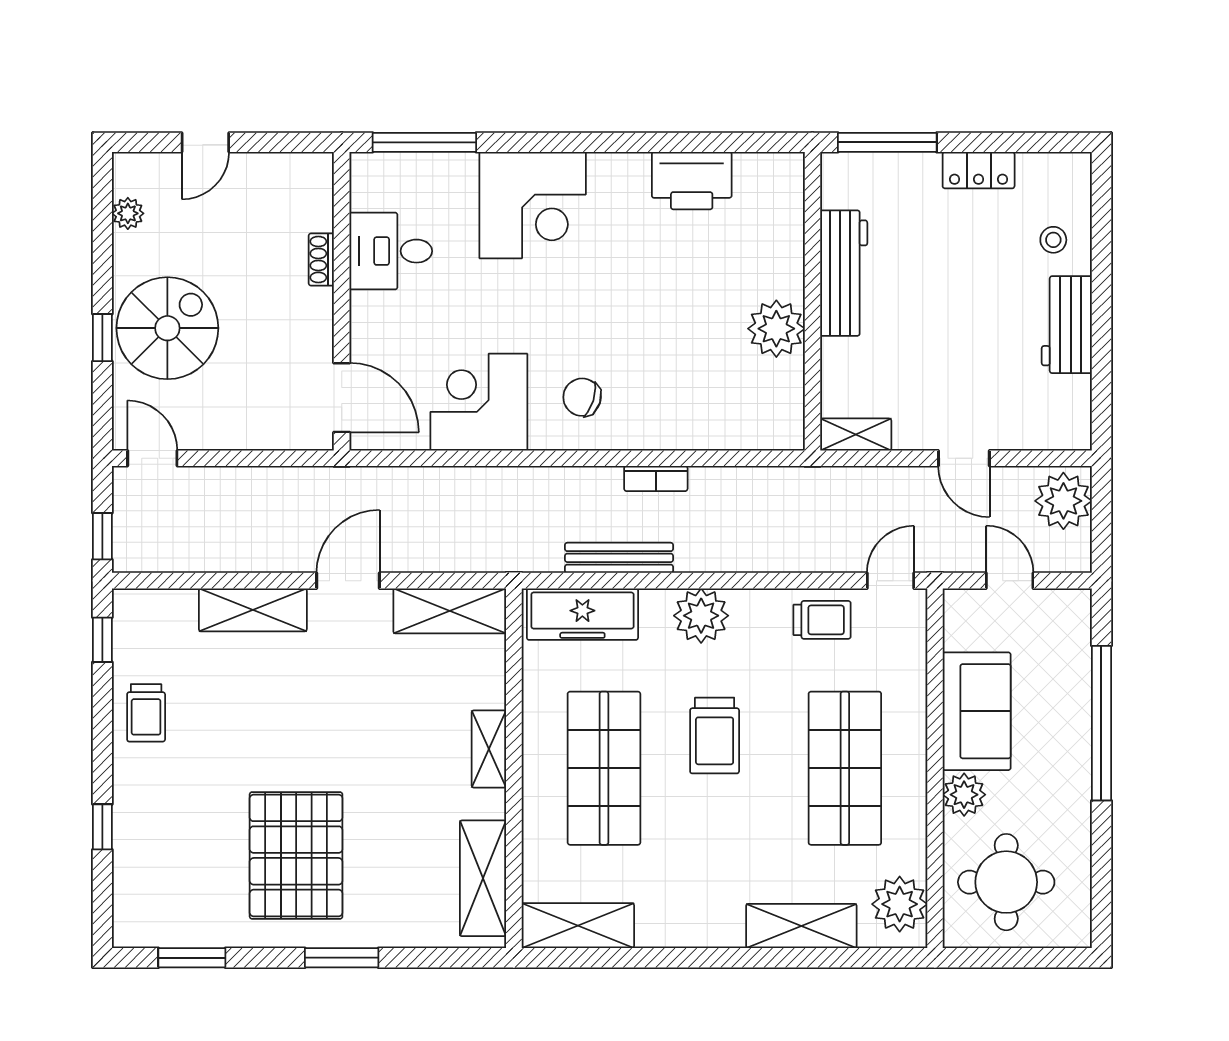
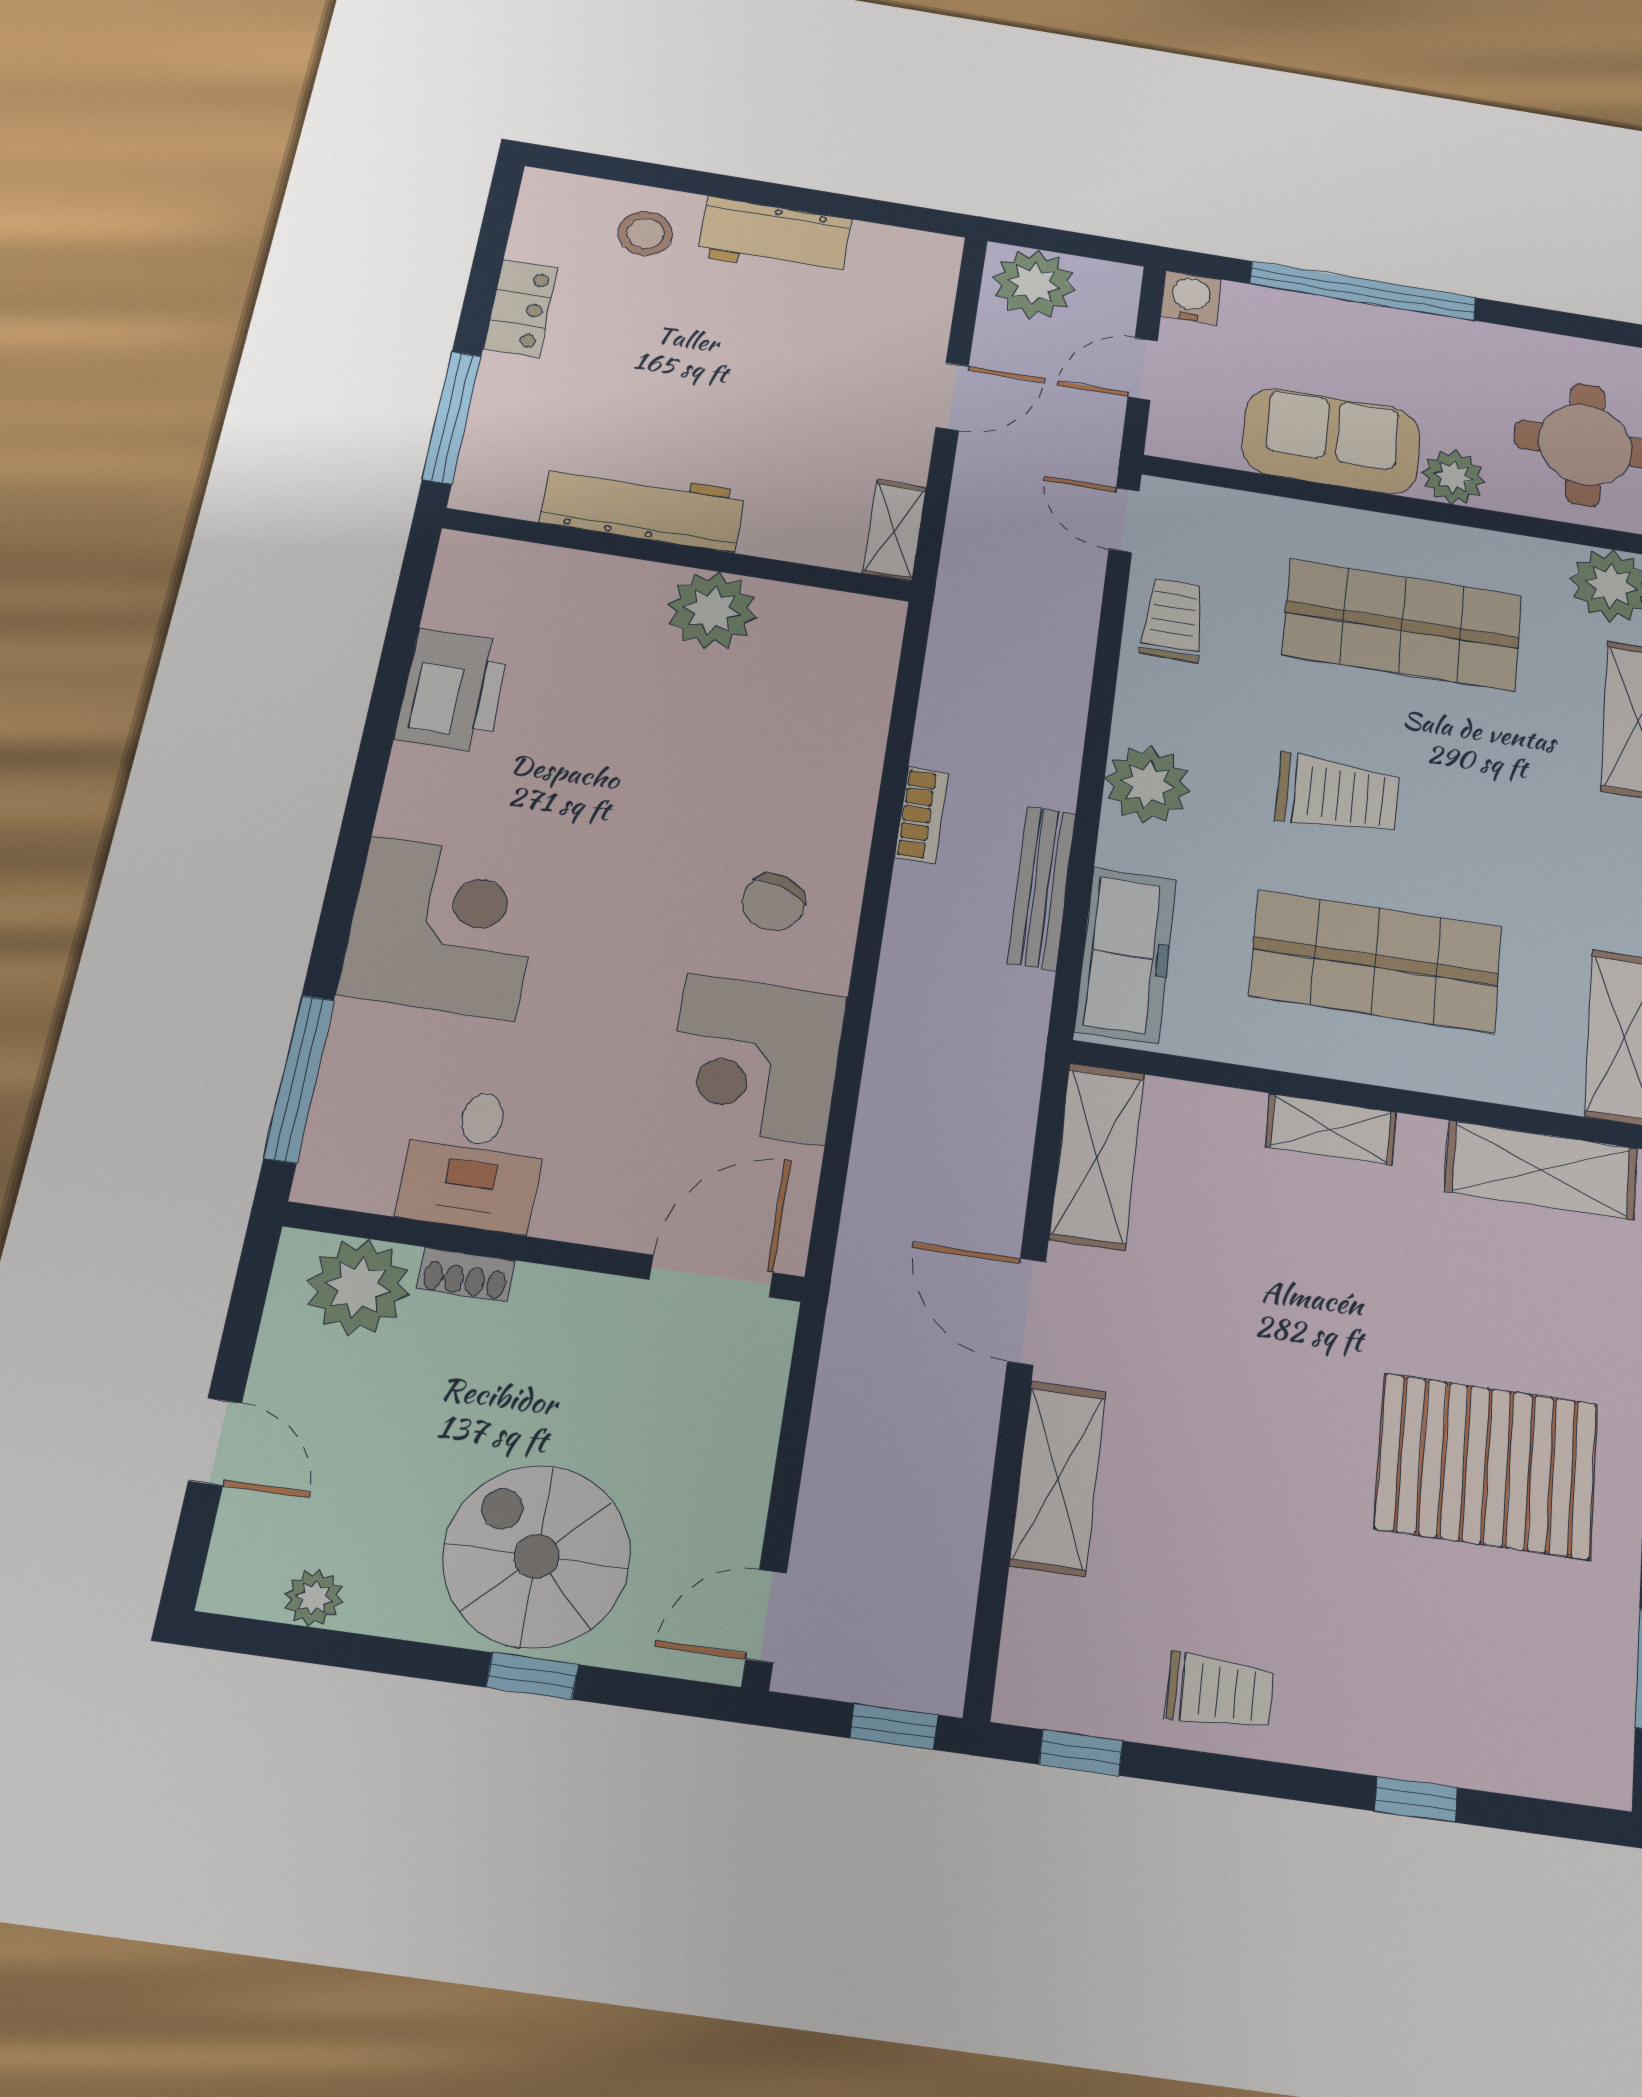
plant: (305, 201) -> (358, 1287), added
stool: (1053, 240) -> (645, 233), width x1.37, depth x1.37
water cooler: (1073, 607) -> (1191, 298), added

